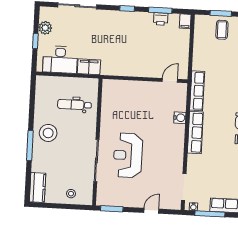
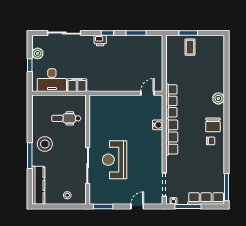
printer: (161, 19) -> (100, 41), moved
filing cabinet: (185, 21) -> (158, 41), removed
kitchen counter: (38, 188) -> (38, 185), width x1.50

